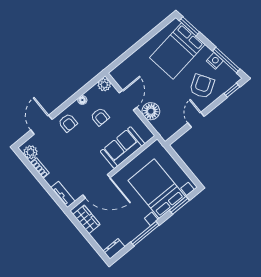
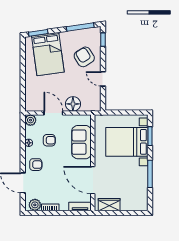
nightstand: (215, 61) -> (75, 35), removed
door: (96, 186) -> (93, 180), swing flipped
dresser: (114, 249) -> (143, 202), removed

